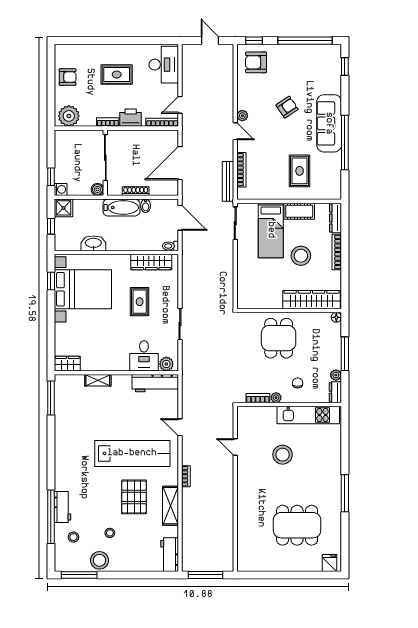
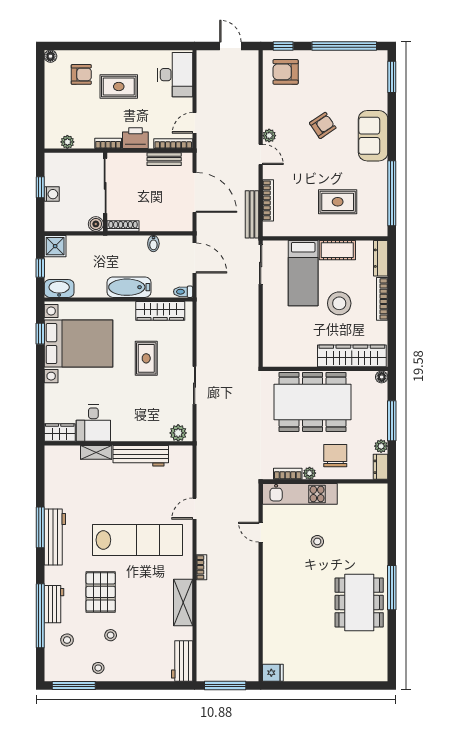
floor lamp: (60, 49) -> (50, 56), added
window: (345, 66) -> (392, 77), width x1.50
armchair: (68, 77) -> (81, 74), moved
plant: (69, 116) -> (67, 142), width x0.53, depth x0.53
sofa: (329, 123) -> (373, 136), width x0.73
bench: (154, 135) -> (164, 159), added
window: (345, 142) -> (392, 193), moved
door: (180, 163) -> (195, 192), swing flipped
rug: (300, 171) -> (338, 202), turned 90
window: (51, 177) -> (40, 187), moved
washing machine: (61, 189) -> (52, 194), moved
shoe rack: (136, 191) -> (123, 226), moved
bathtub: (121, 208) -> (129, 287), moved, turned 180
washbasin: (93, 243) -> (59, 288), moved
dining table: (279, 338) -> (313, 402), width x1.88, depth x1.24
desk: (144, 356) -> (93, 423), moved
workbench: (155, 383) -> (141, 456), moved
chair: (298, 383) -> (335, 456), width x1.87, depth x1.87
window: (51, 398) -> (40, 527), moved
kitchen unit: (308, 415) -> (300, 494), moved
door: (180, 427) -> (195, 509), hinge flipped
workbench: (63, 451) -> (55, 537), added
stool: (283, 455) -> (317, 541), width x0.53, depth x0.53
pallet: (134, 497) -> (101, 592), moved
dining table: (297, 525) -> (359, 602), moved, turned 90
stool: (99, 560) -> (98, 668), width x0.53, depth x0.53
fridge: (329, 563) -> (273, 673), moved, turned 90

